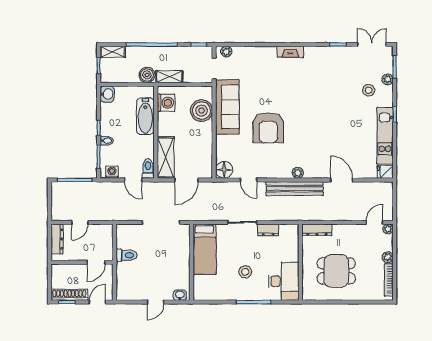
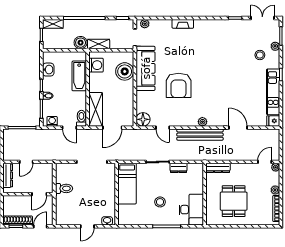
fireplace: (290, 52) -> (183, 24), moved
washbasin: (107, 94) -> (48, 70), moved
dining table: (336, 271) -> (234, 201), turned 90

